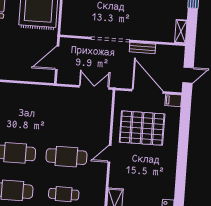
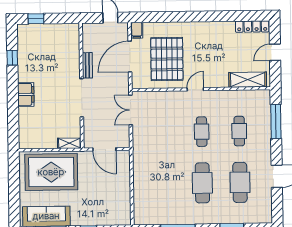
shelving: (181, 32) -> (69, 143), moved
door: (109, 154) -> (195, 89), swing flipped
cafe table: (66, 157) -> (202, 132), width x0.73, depth x0.74

